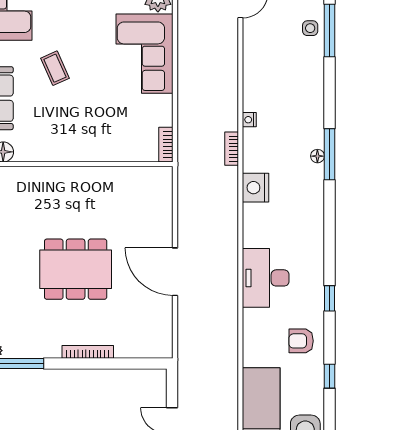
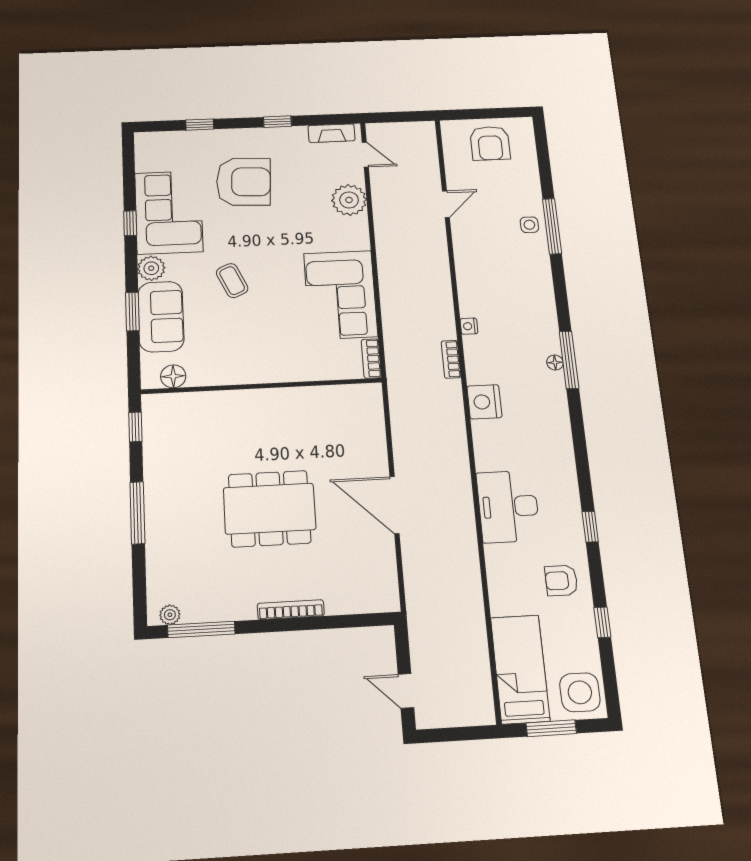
corner sofa: (145, 54) -> (341, 295), moved

